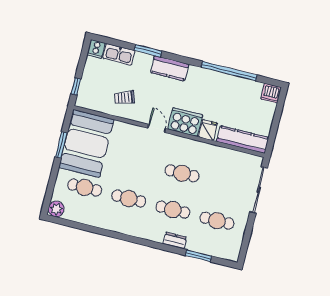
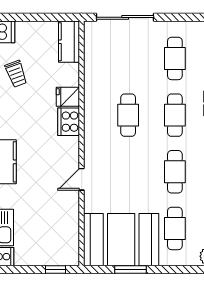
trolley: (124, 98) -> (16, 74), moved
cooker: (185, 122) -> (69, 122), width x0.73, depth x0.76
door: (157, 128) -> (82, 179), moved
kitchen counter: (243, 140) -> (69, 42), width x0.67

